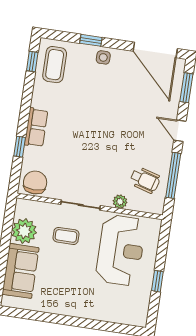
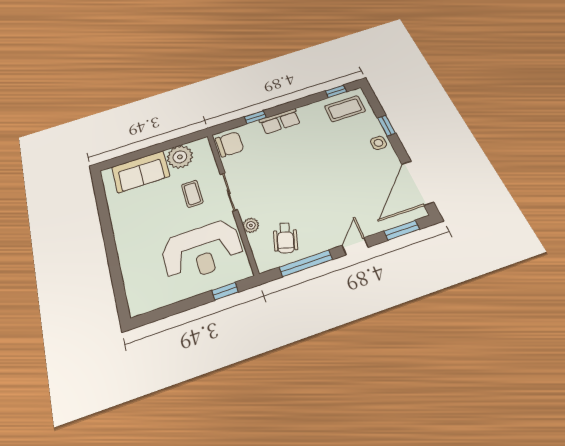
window: (157, 281) -> (225, 291), moved

